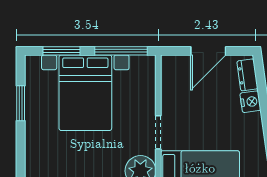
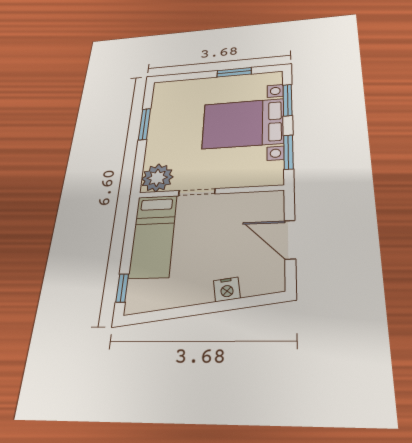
window: (121, 51) -> (288, 152), width x0.69
dresser: (247, 75) -> (260, 285), removed

